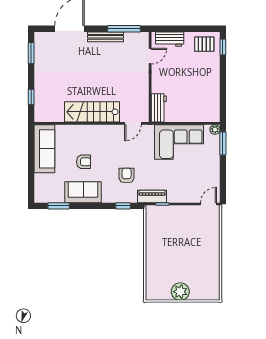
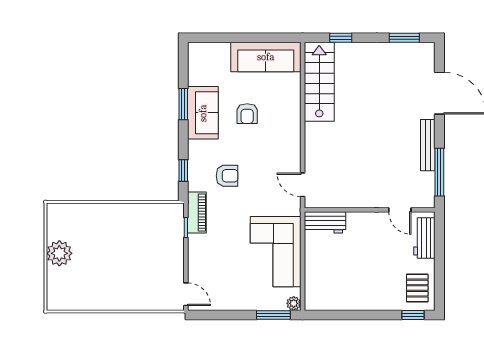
stairs: (92, 112) -> (319, 82), moved
window: (59, 206) -> (183, 104), moved

